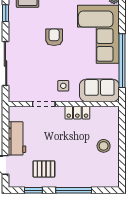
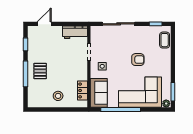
locker: (77, 113) -> (82, 90), moved
workbench: (17, 138) -> (75, 32), moved
pallet: (44, 169) -> (40, 71), moved

